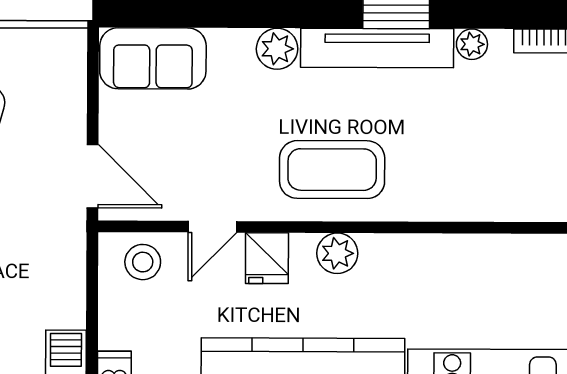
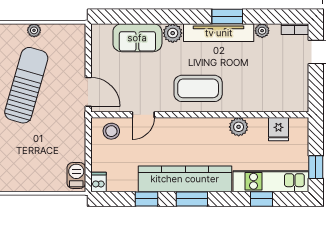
sofa: (153, 58) -> (137, 38), moved
plant: (337, 253) -> (239, 127), moved
fridge: (267, 258) -> (278, 129), moved

